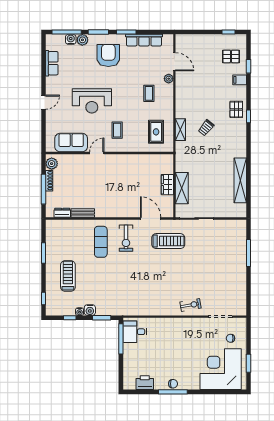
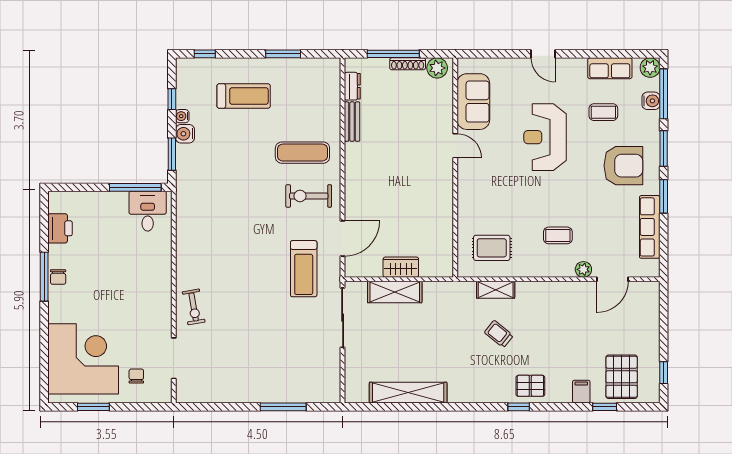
plant: (82, 40) -> (650, 68), moved
pallet: (231, 56) -> (622, 377), width x1.50, depth x1.42
coffee table: (117, 130) -> (603, 112), moved

